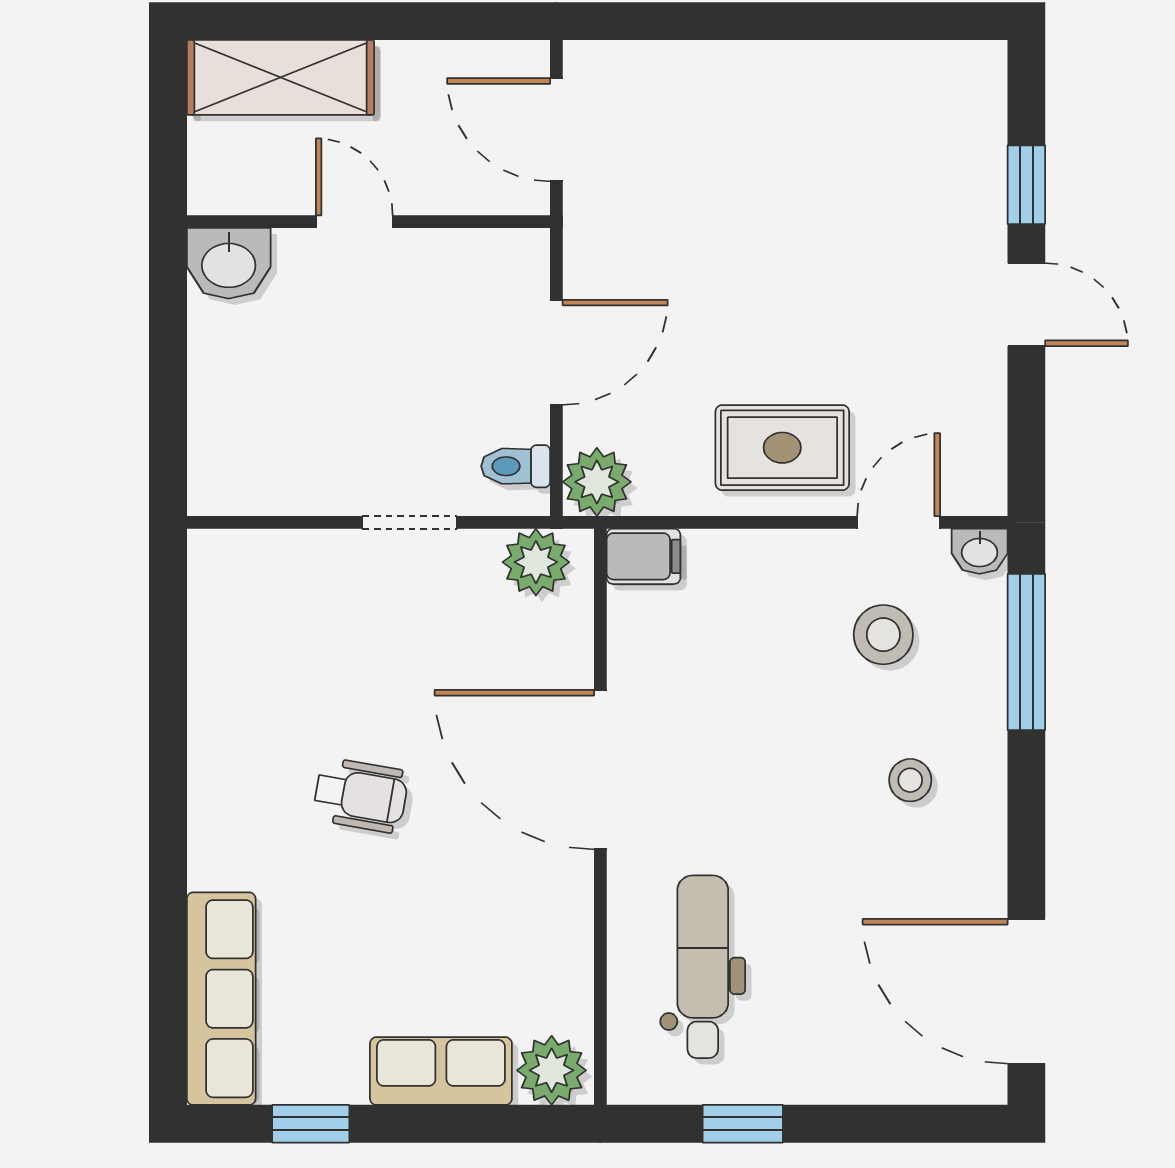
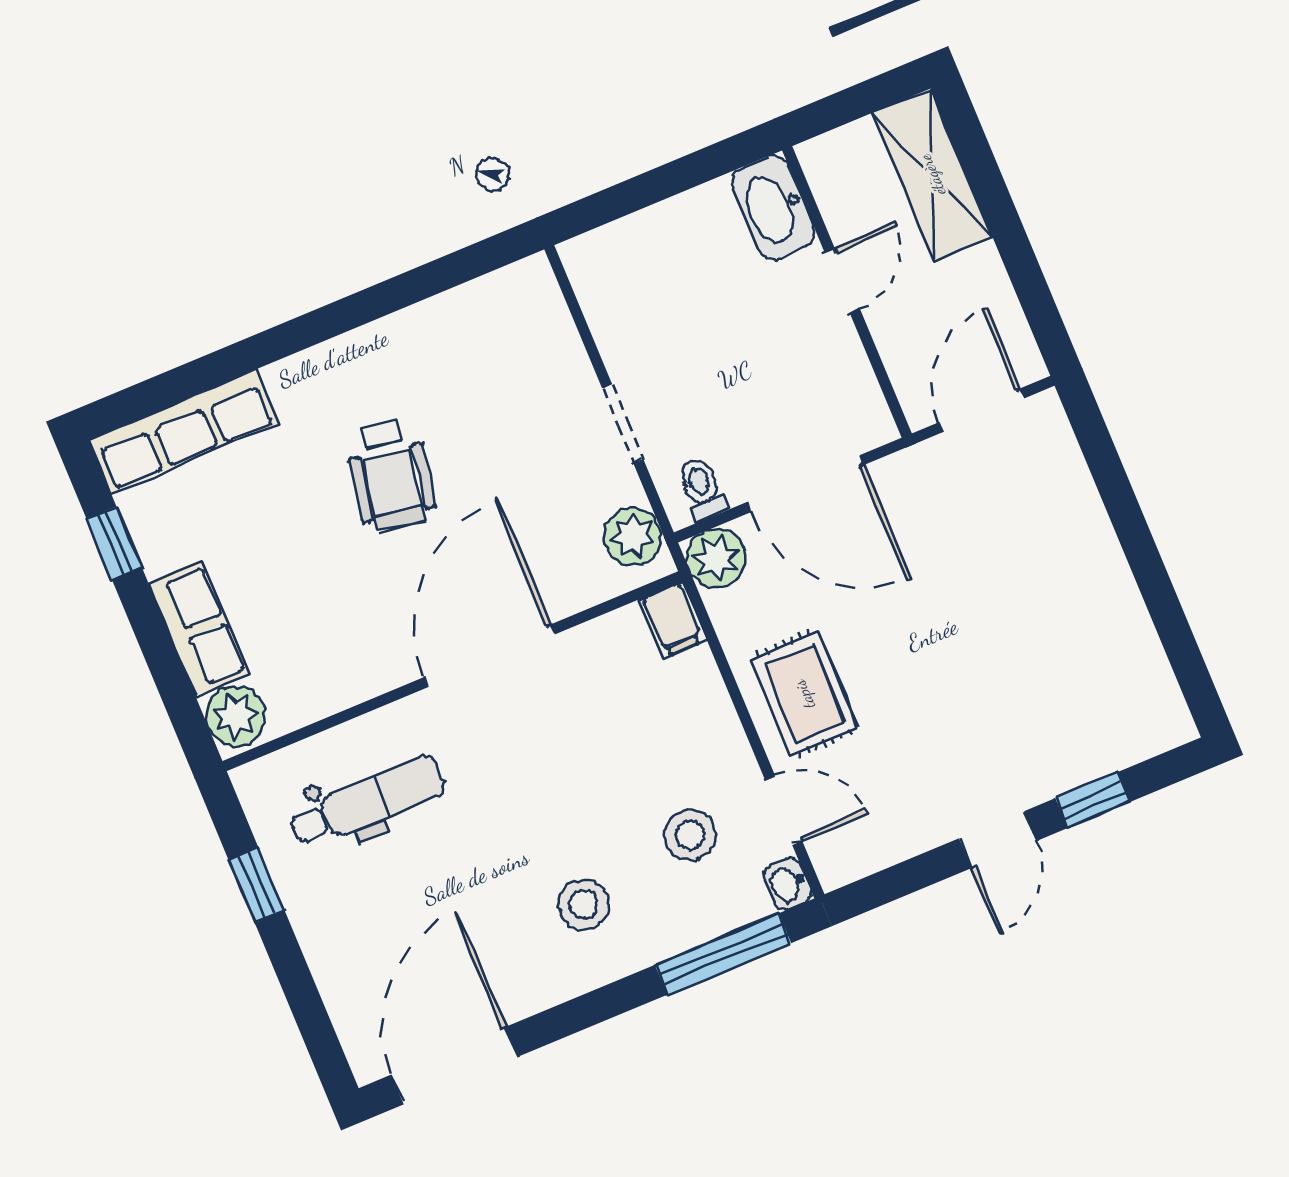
washbasin: (229, 263) -> (773, 208), width x1.38
door: (556, 352) -> (805, 484), width x1.36
stool: (910, 780) -> (583, 904), width x1.37, depth x1.37
wheelchair: (361, 795) -> (391, 475), width x1.36, depth x1.37

